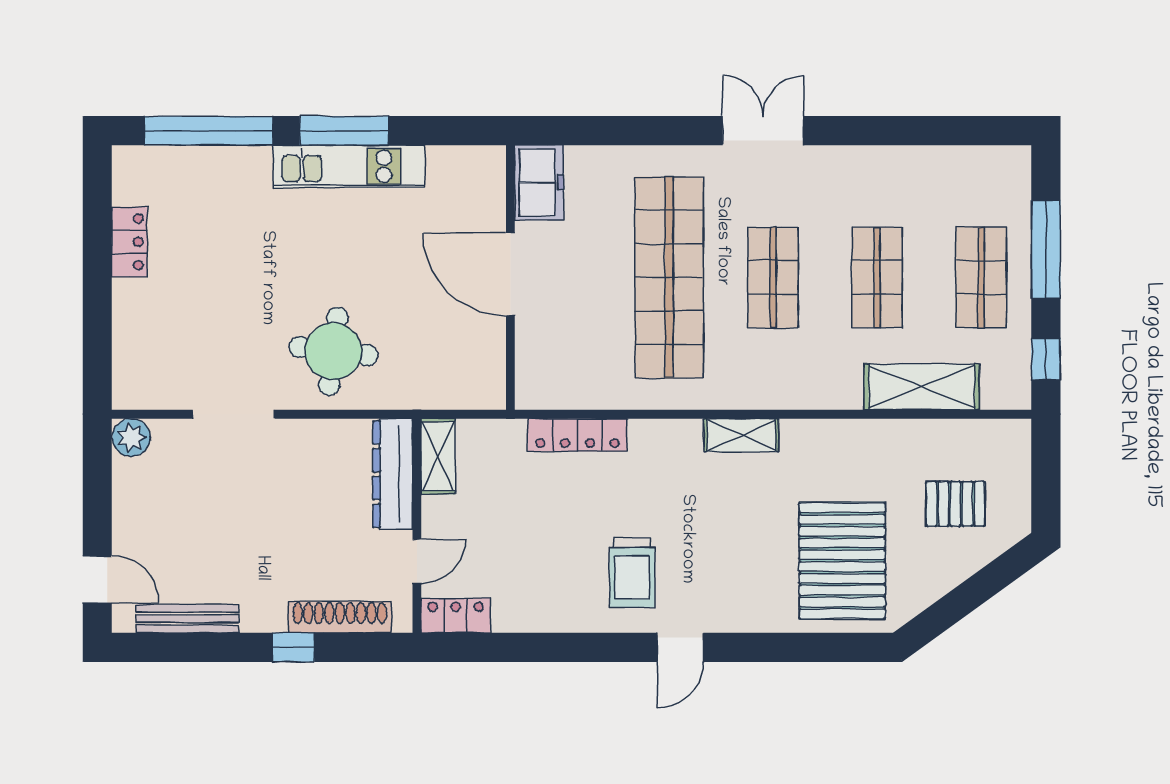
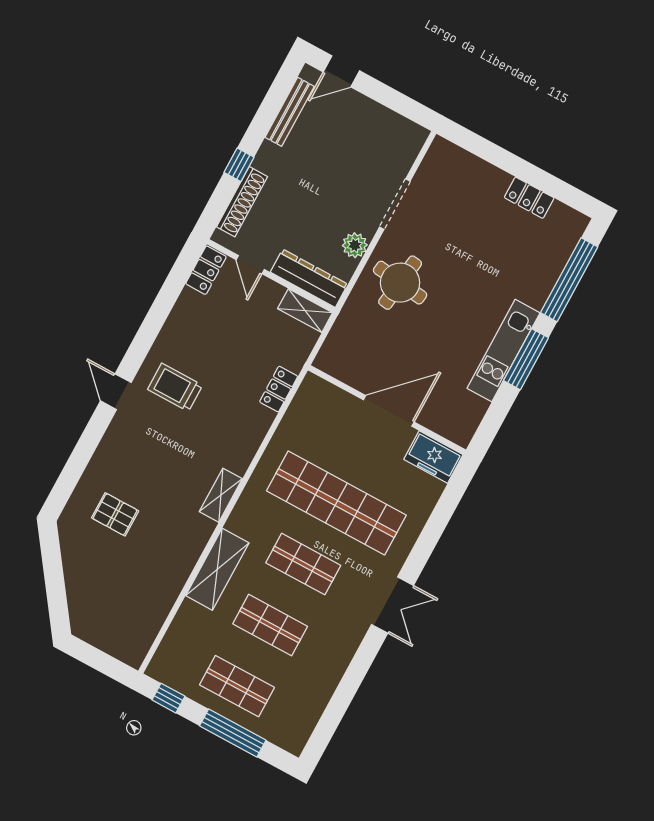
shelving: (922, 387) -> (217, 569), moved
locker: (577, 435) -> (279, 389), width x0.66
plant: (131, 437) -> (355, 245), moved
pallet: (955, 504) -> (112, 599), removed
pallet: (842, 561) -> (115, 514), width x0.49, depth x0.50

